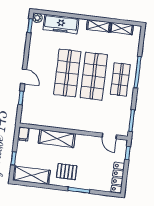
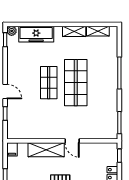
shop shelf: (67, 73) -> (49, 83), width x0.70, depth x0.74
shop shelf: (120, 79) -> (103, 83), removed
door: (109, 136) -> (72, 141), moved

